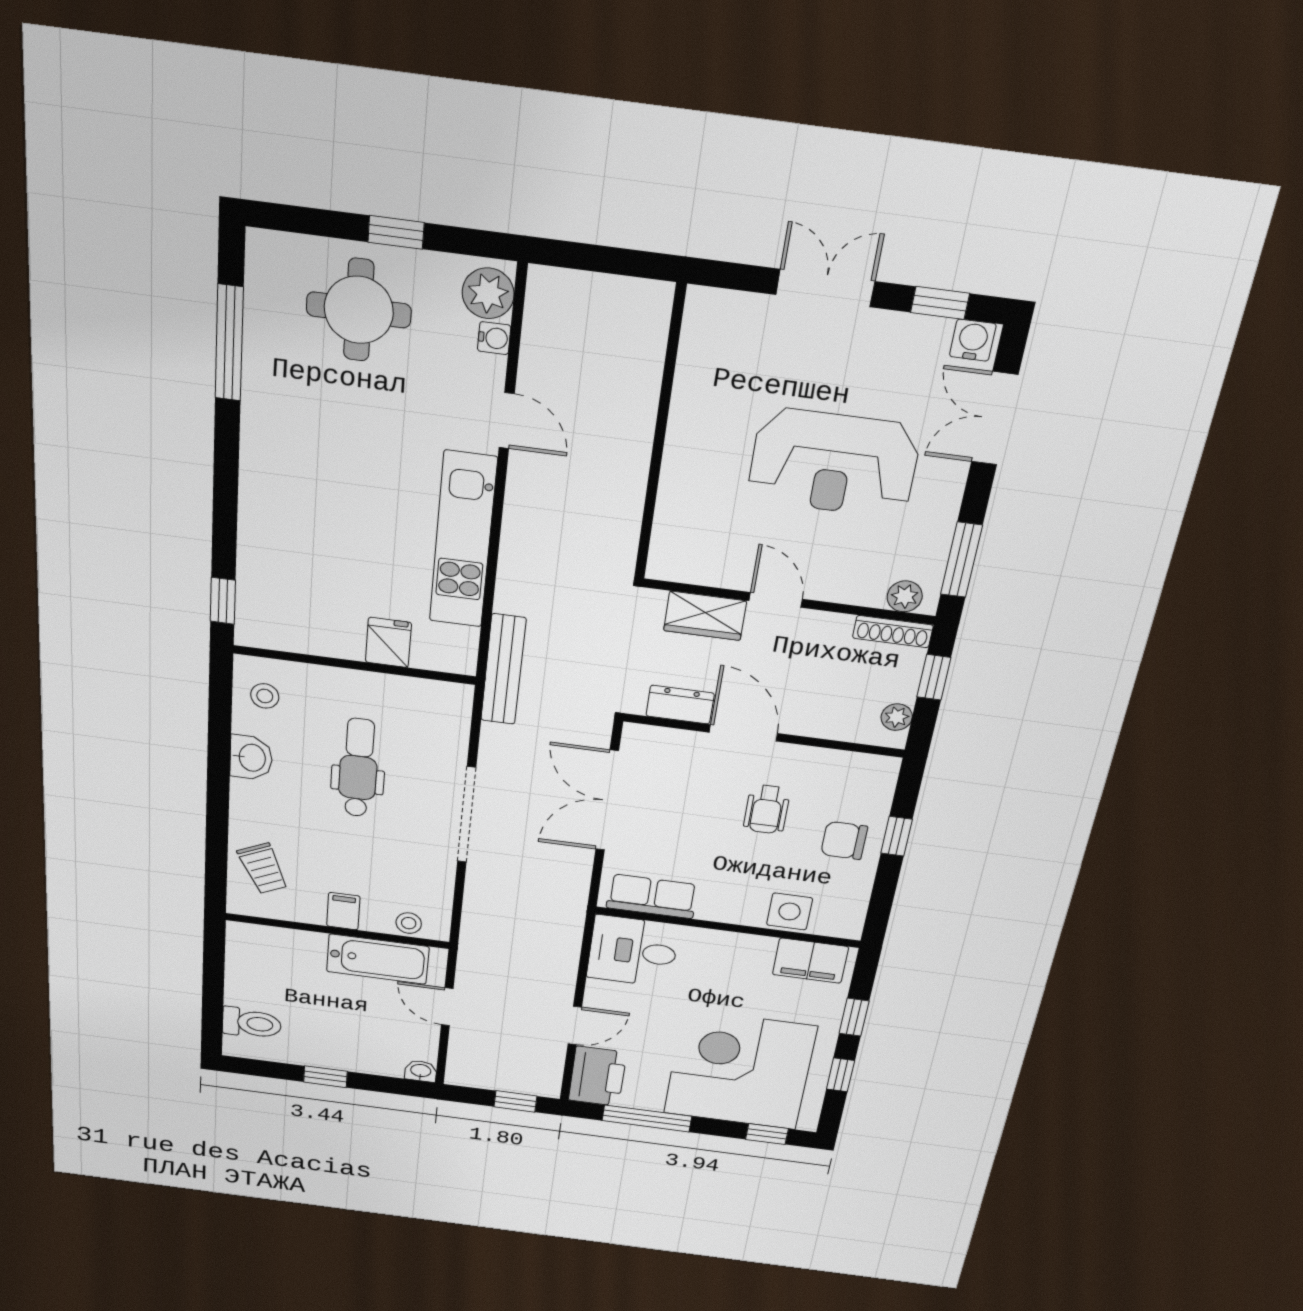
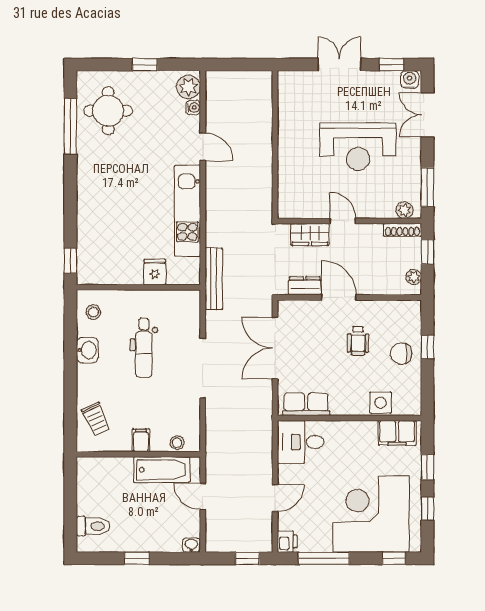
round table: (359, 310) -> (108, 111), moved
dental chair: (358, 768) -> (144, 348), turned 180
printer: (597, 1076) -> (287, 542), width x0.53, depth x0.68

